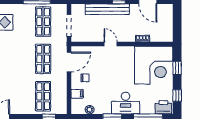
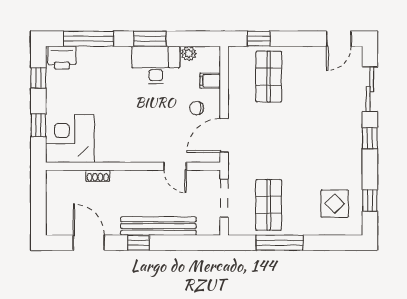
door: (111, 44) -> (175, 166), moved
shop shelf: (43, 59) -> (269, 141), removed
corner desk: (154, 65) -> (70, 139), width x0.74, depth x0.74
desk: (126, 103) -> (156, 65), moved

